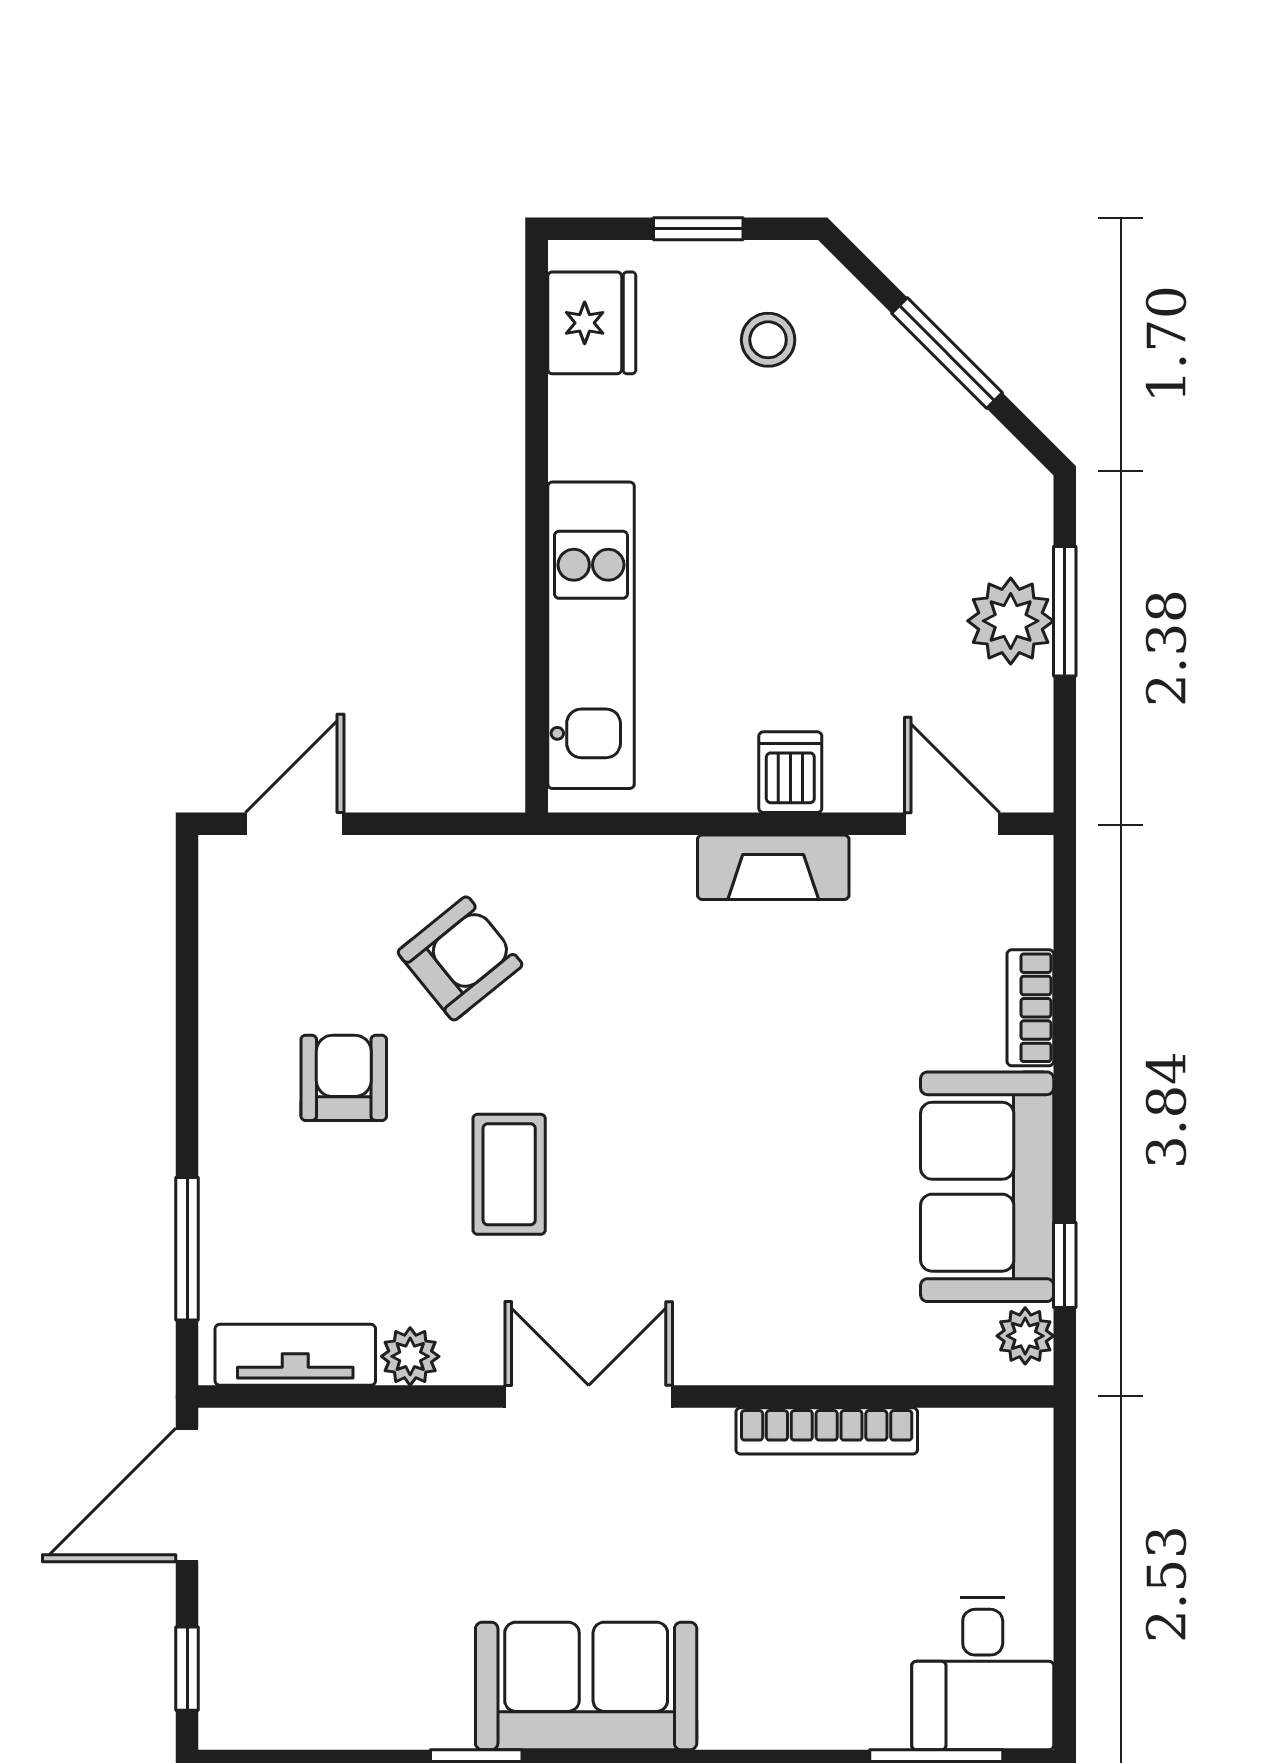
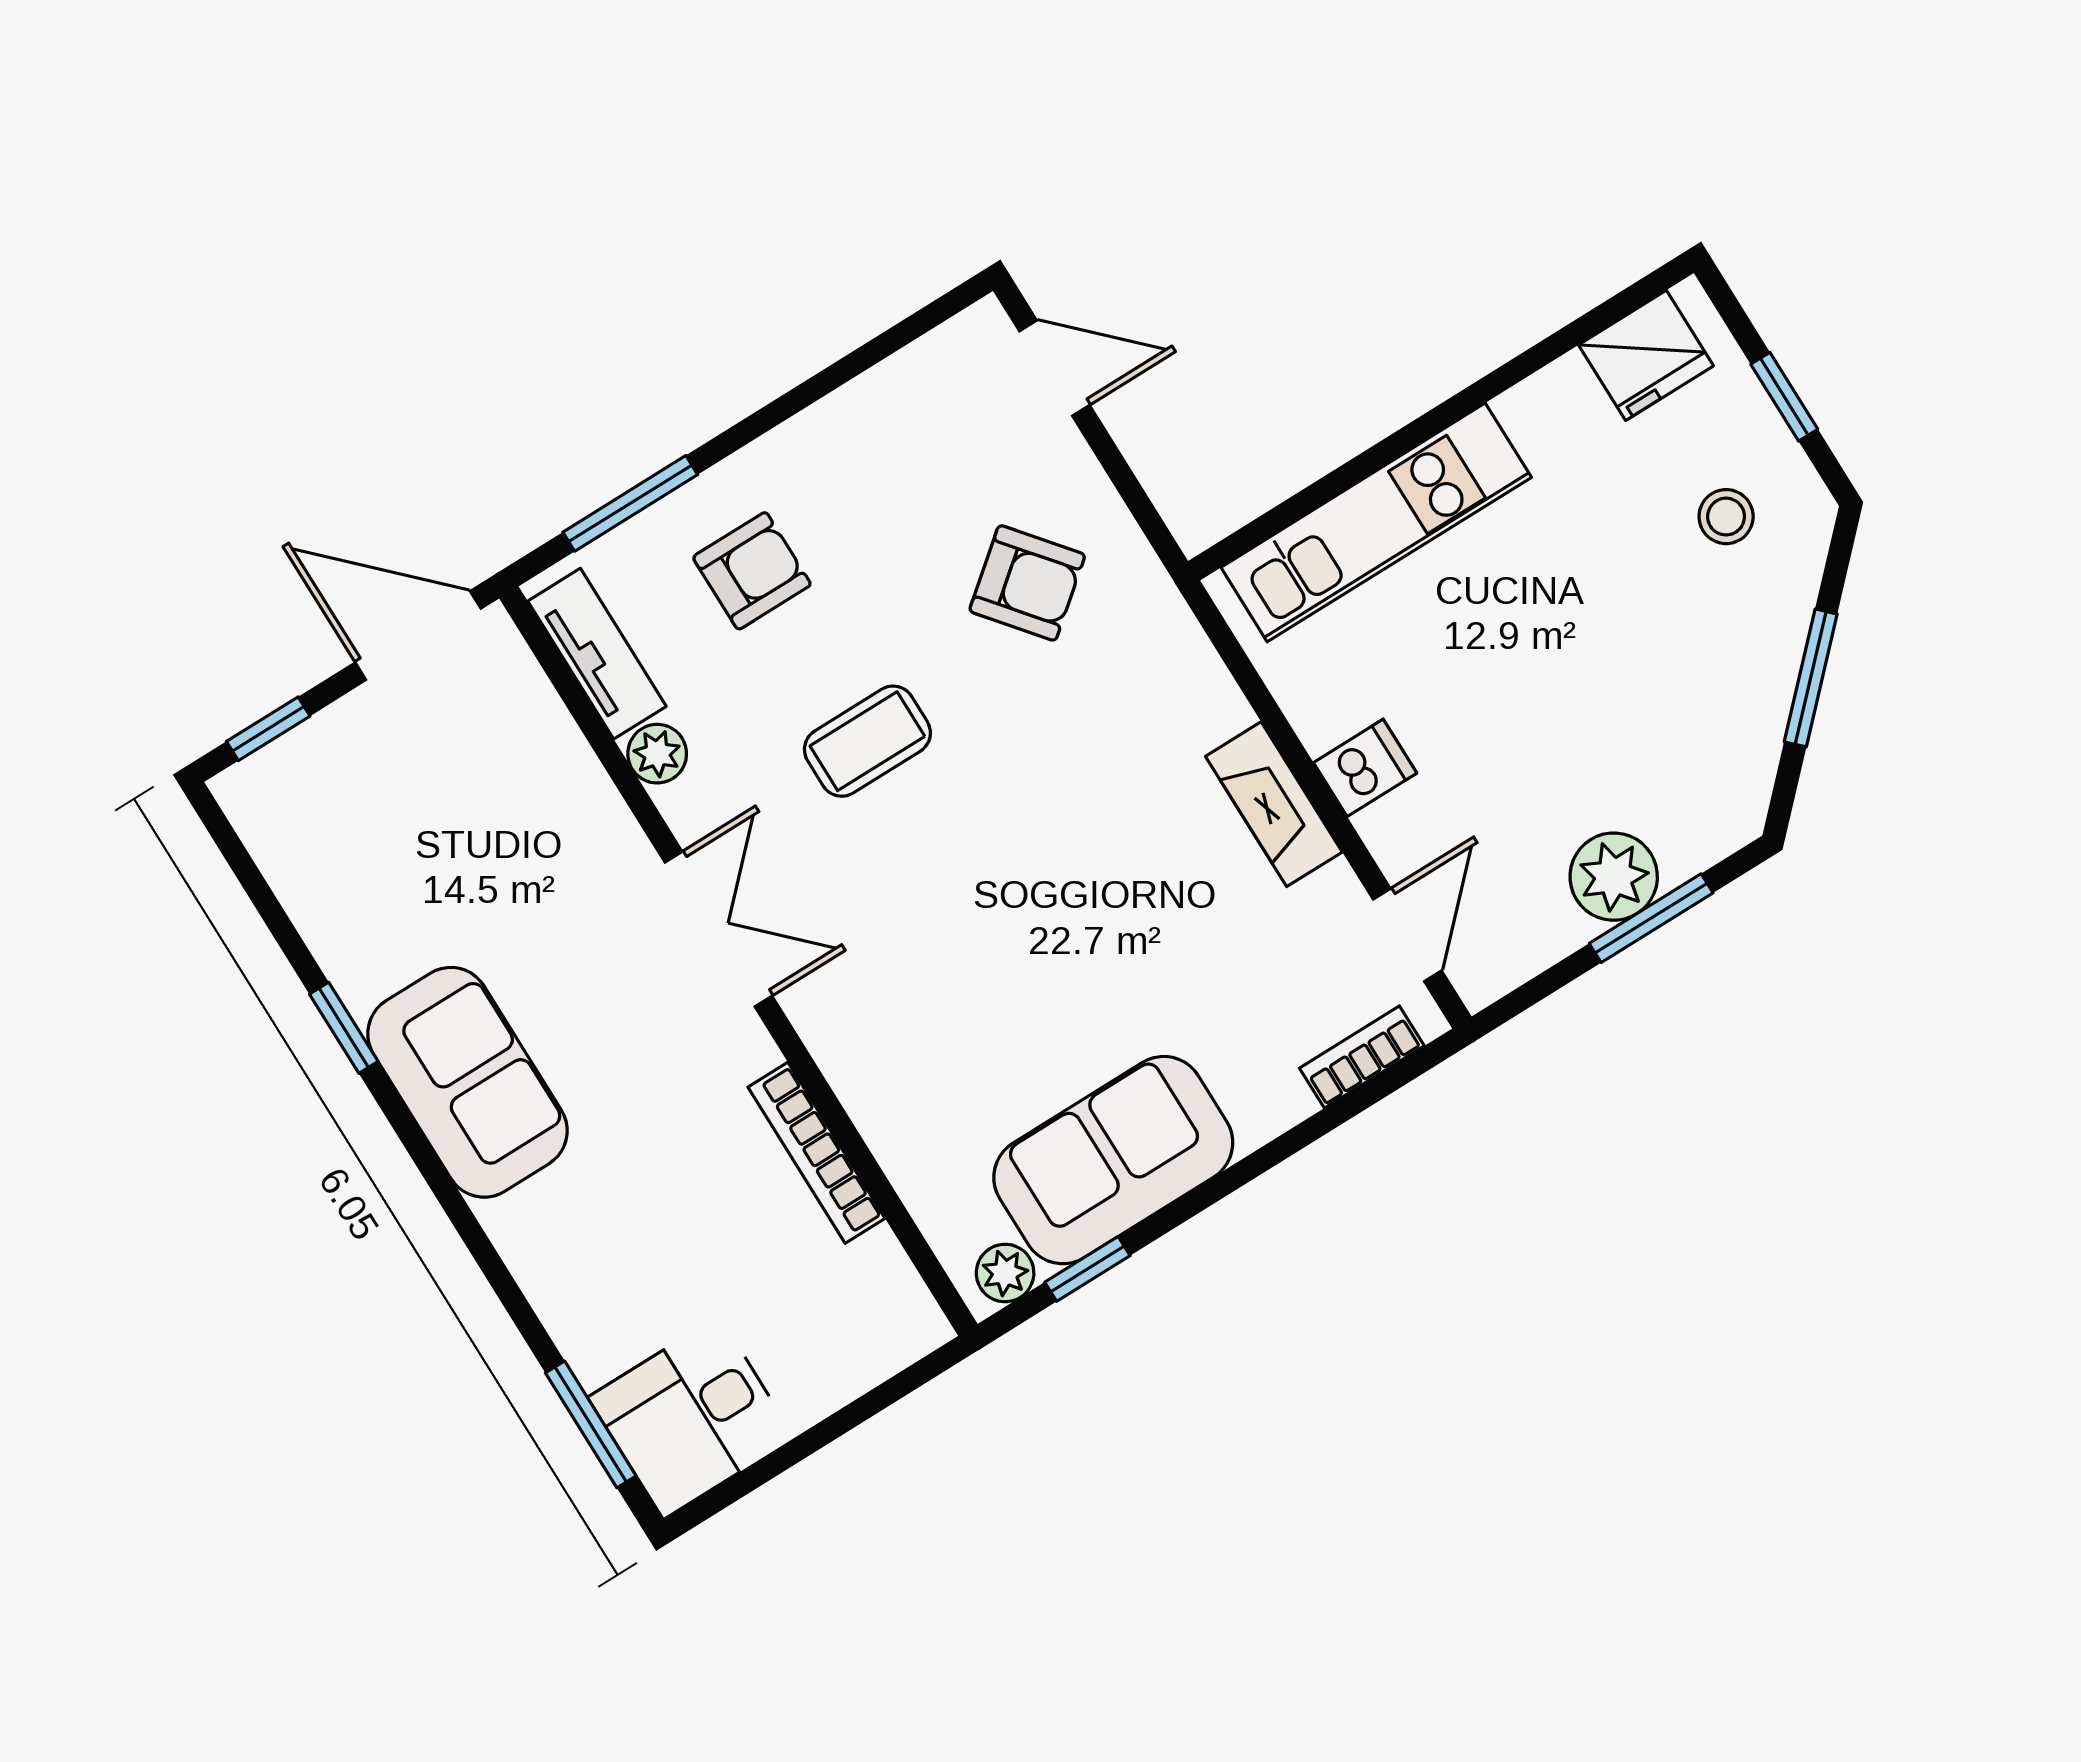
bookcase: (1030, 1008) -> (1362, 1057), moved
armchair: (344, 1078) -> (752, 571), moved

